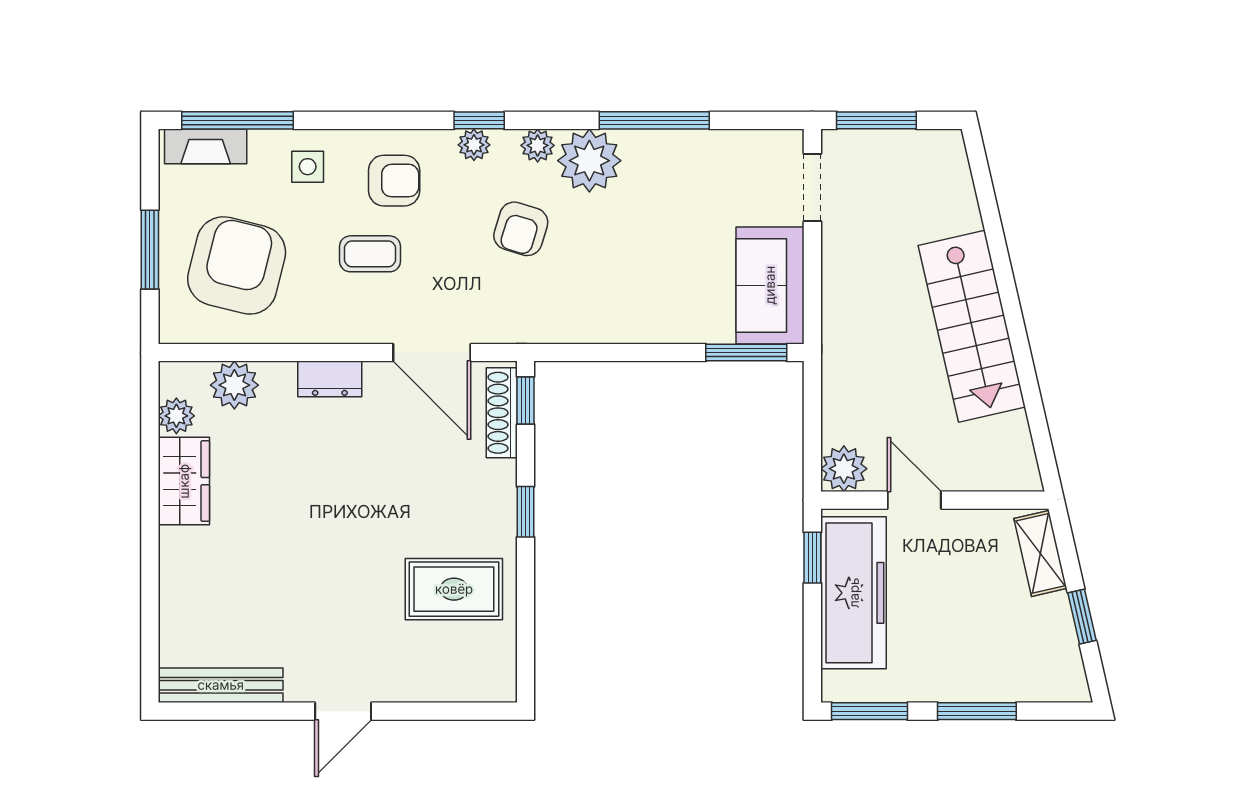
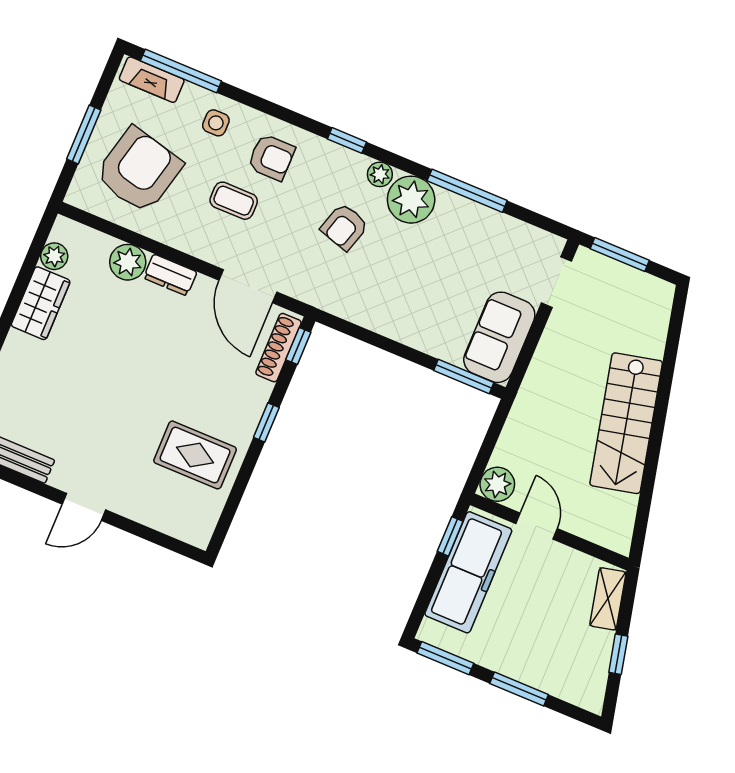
plant: (474, 145) -> (336, 156), removed
plant: (234, 385) -> (128, 262), moved

